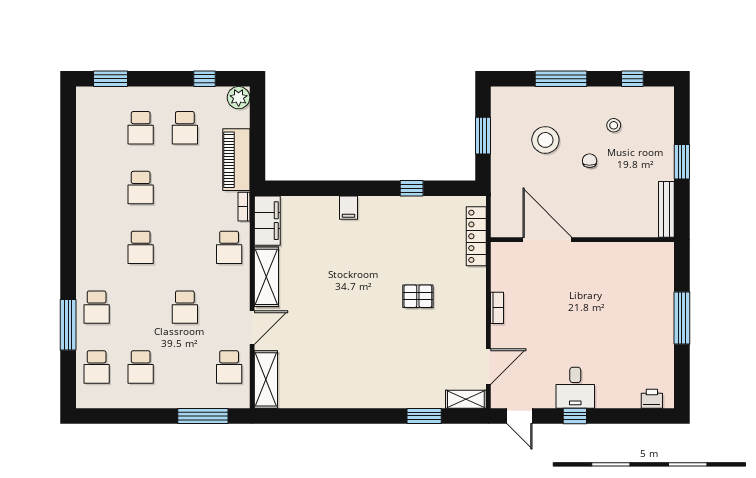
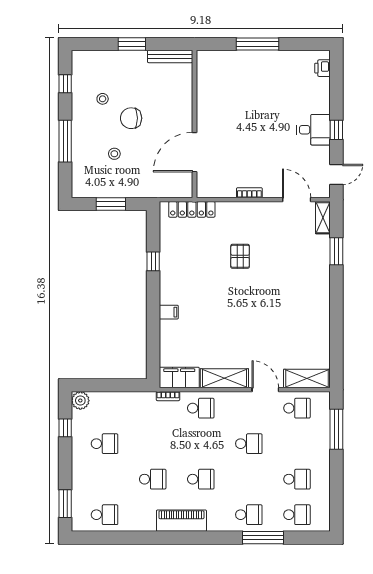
school desk: (141, 128) -> (105, 515), moved
stool: (545, 140) -> (114, 154), width x0.53, depth x0.53
piano: (236, 160) -> (181, 521), moved, turned 180
chair: (590, 161) -> (131, 118), width x1.87, depth x1.87

